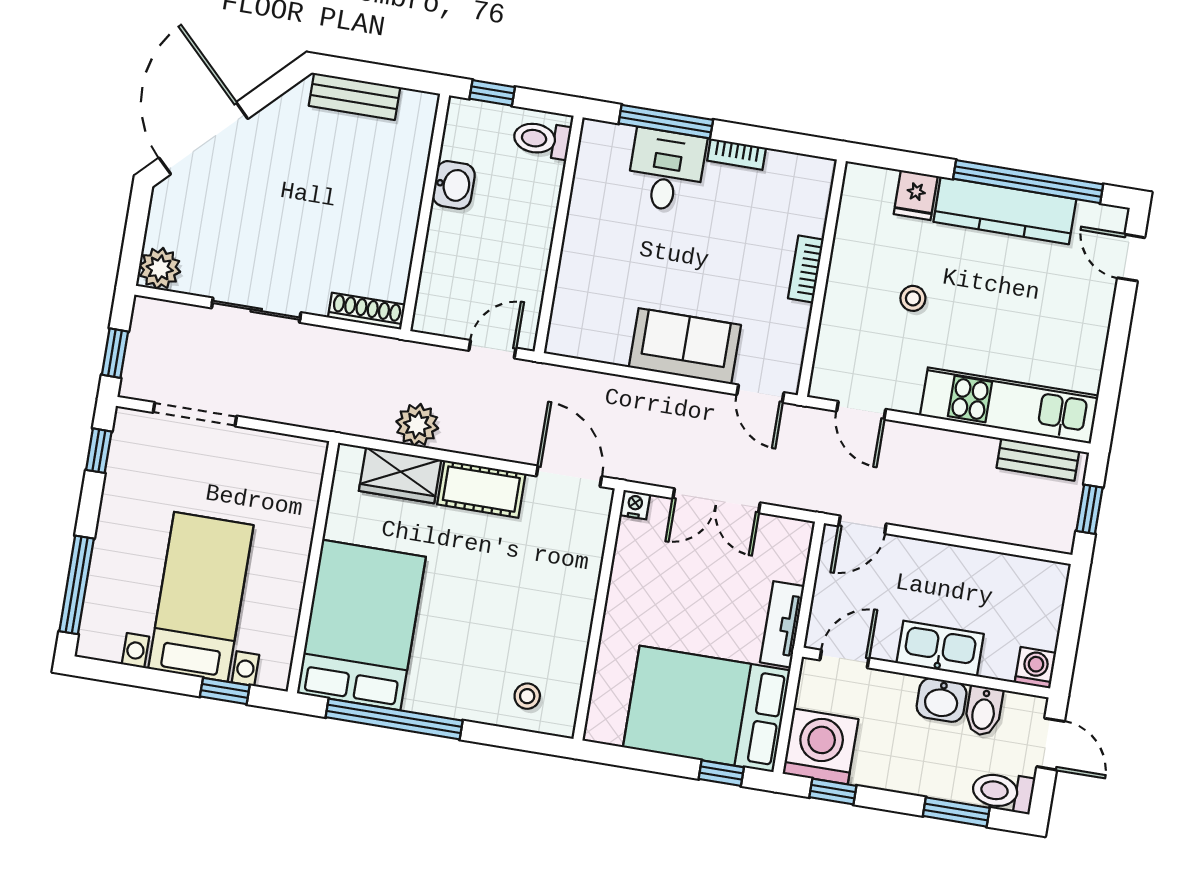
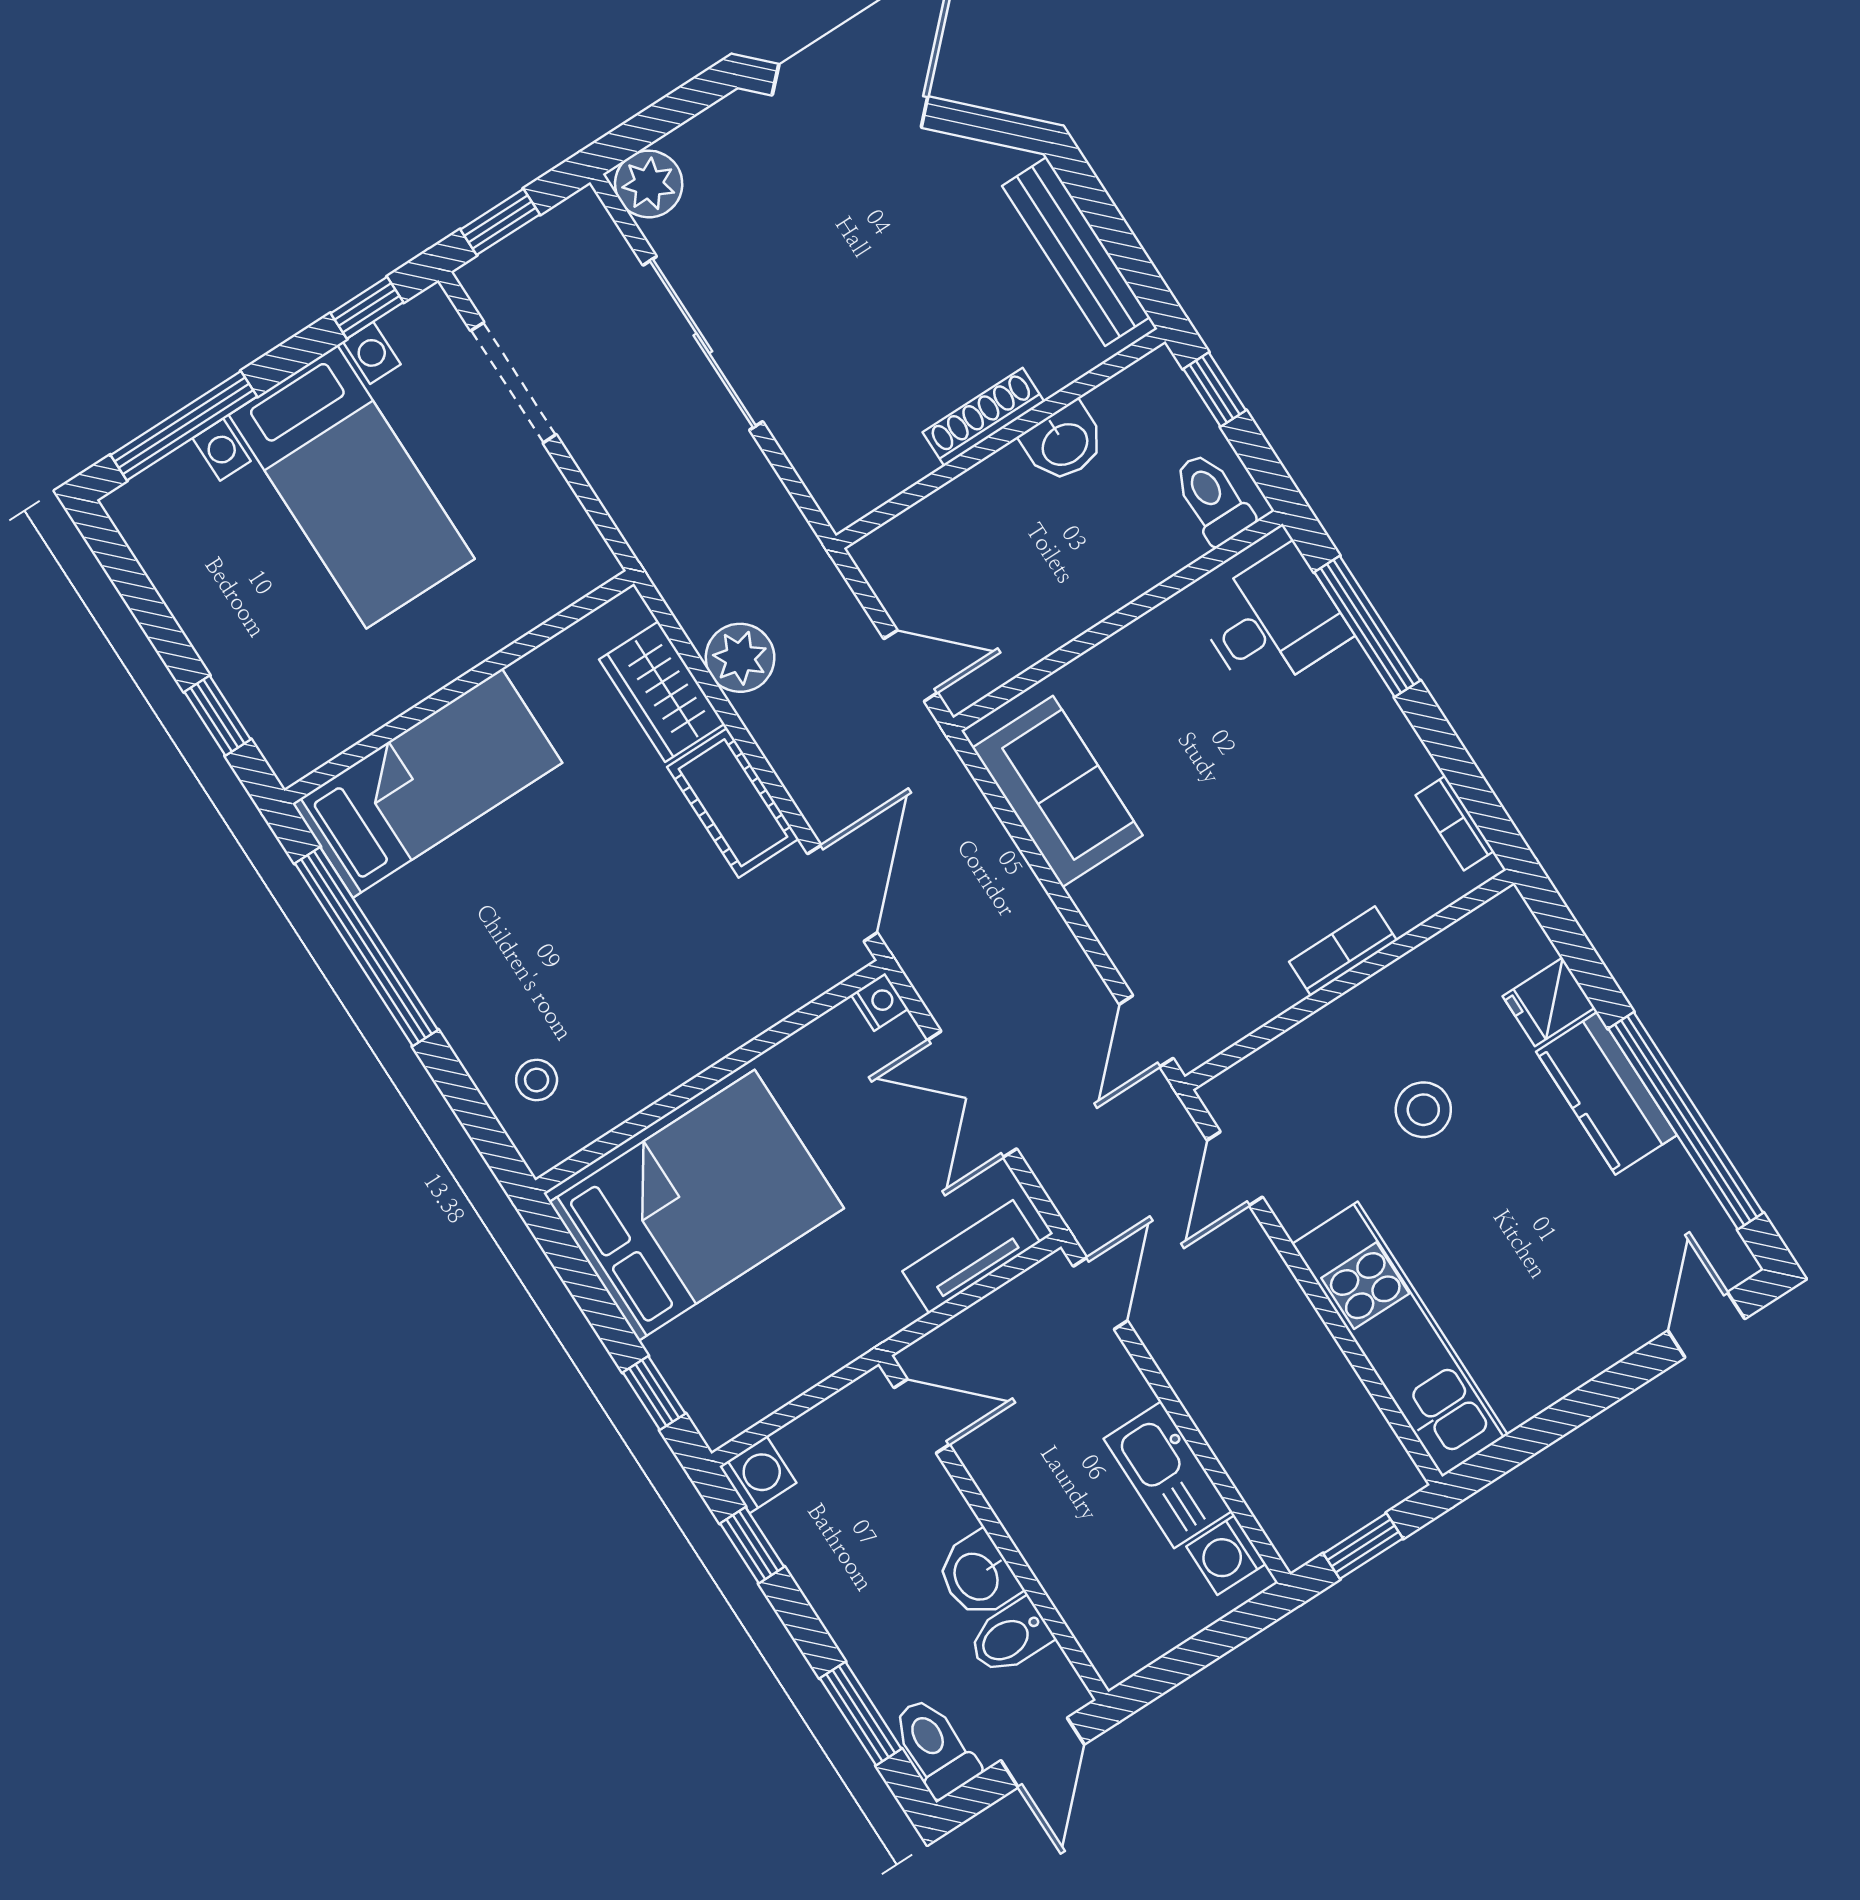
bench: (354, 96) -> (1076, 251), width x1.36
bookcase: (737, 154) -> (1455, 823), moved
desk: (666, 170) -> (1272, 621), moved
kitchen counter: (1005, 210) -> (1607, 1093), width x0.67
stool: (913, 298) -> (1423, 1110), width x1.37, depth x1.37
sliding door: (256, 310) -> (703, 343), width x1.37
shoe rack: (367, 311) -> (983, 417), moved, turned -90
sofa: (685, 346) -> (1058, 791), moved
bench: (1038, 459) -> (1367, 1431), removed
door: (862, 525) -> (1100, 1293), swing flipped
bed with nightstands: (201, 597) -> (352, 487), moved, turned 90
tv unit: (782, 624) -> (971, 1257), moved
bed: (361, 625) -> (427, 783), width x0.67
kitchen sink: (940, 648) -> (1168, 1475), moved, turned 180
washing machine: (1035, 668) -> (1226, 1555), moved, turned 180
bed: (707, 709) -> (697, 1205), moved, turned 90
washing machine: (821, 746) -> (758, 1475), width x0.53, depth x0.53

